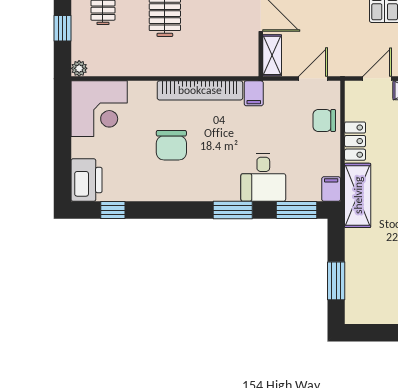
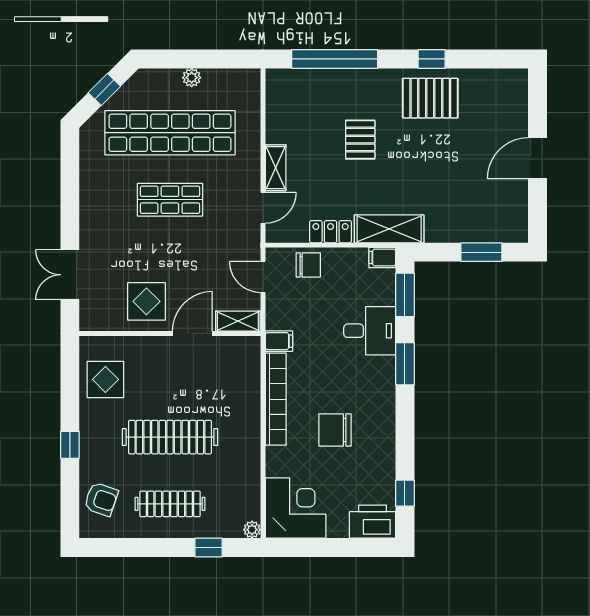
door: (377, 79) -> (263, 208), swing flipped
chair: (324, 121) -> (308, 265), turned -90
chair: (171, 145) -> (335, 430), turned 180

